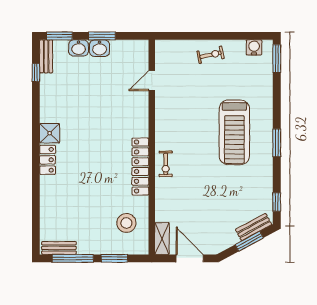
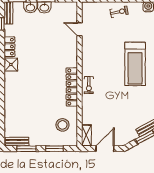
door: (152, 81) -> (79, 29), hinge flipped
locker: (48, 160) -> (9, 47), moved
window: (73, 258) -> (26, 149), width x0.69
door: (190, 258) -> (105, 149), hinge flipped

